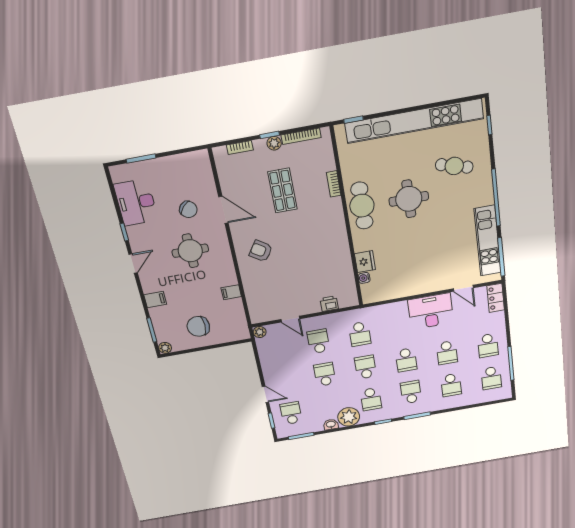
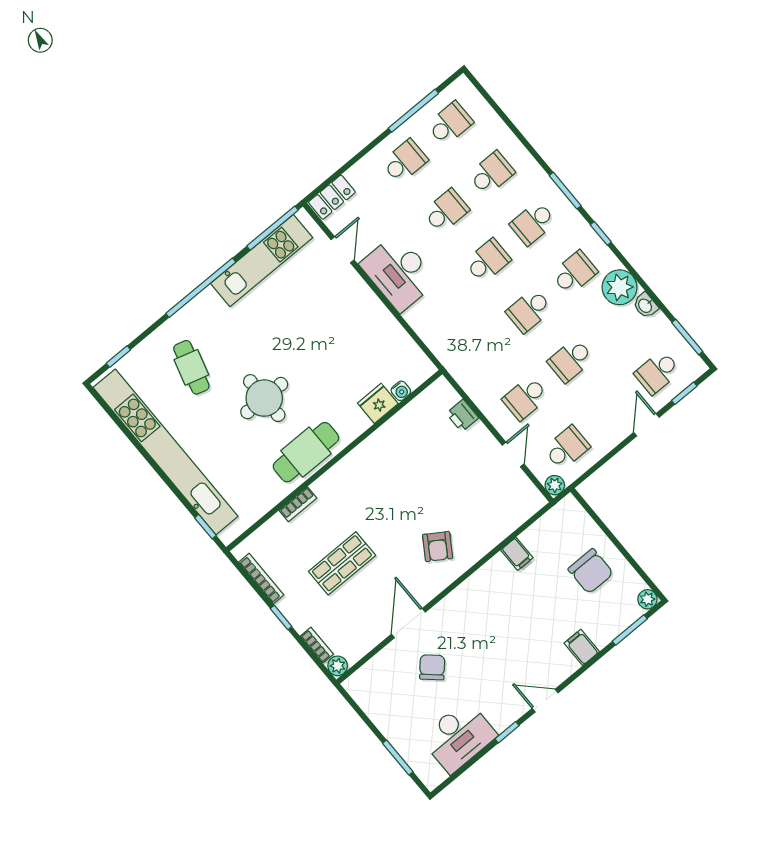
plant: (274, 143) -> (338, 666), moved
round table: (190, 251) -> (487, 637), removed
school desk: (360, 334) -> (567, 448), moved

